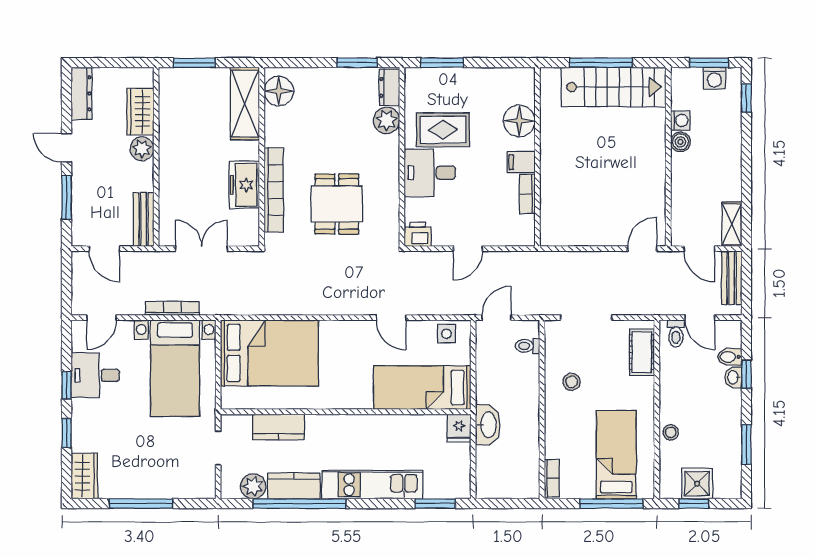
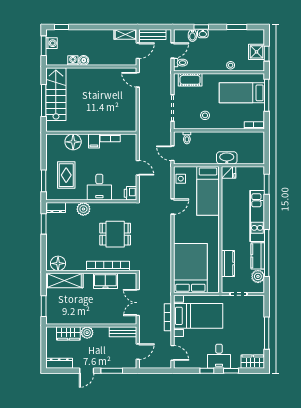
plant: (386, 120) -> (83, 209), moved
rug: (443, 130) -> (66, 175), moved
desk: (95, 375) -> (219, 356), moved

